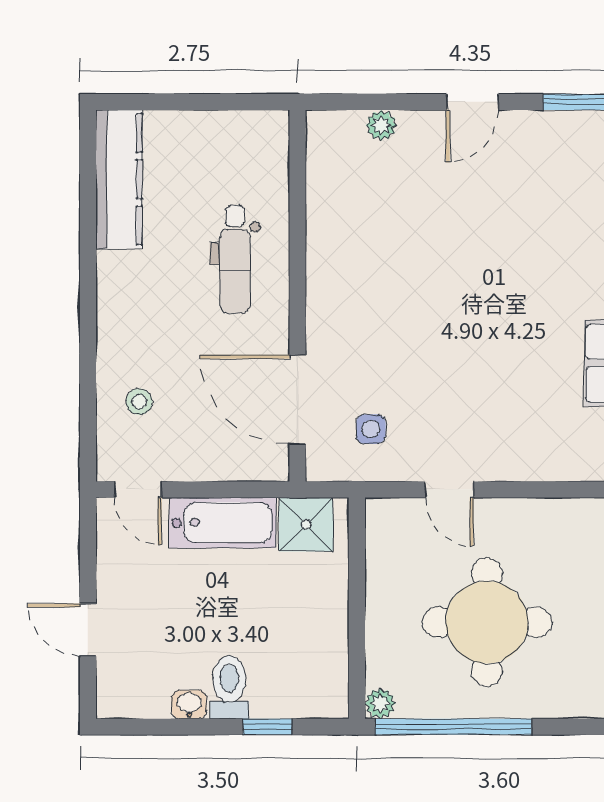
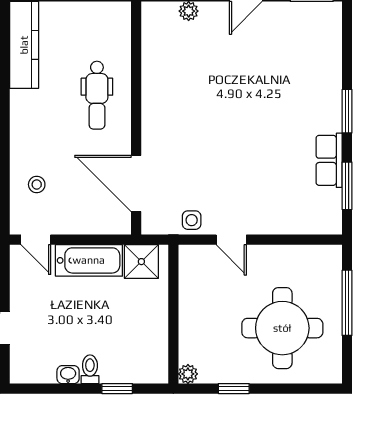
side table: (371, 429) -> (192, 220), moved
round table: (487, 622) -> (282, 328), moved
toilet: (229, 687) -> (90, 369), width x0.73, depth x0.72
window: (453, 727) -> (234, 389), width x0.32

